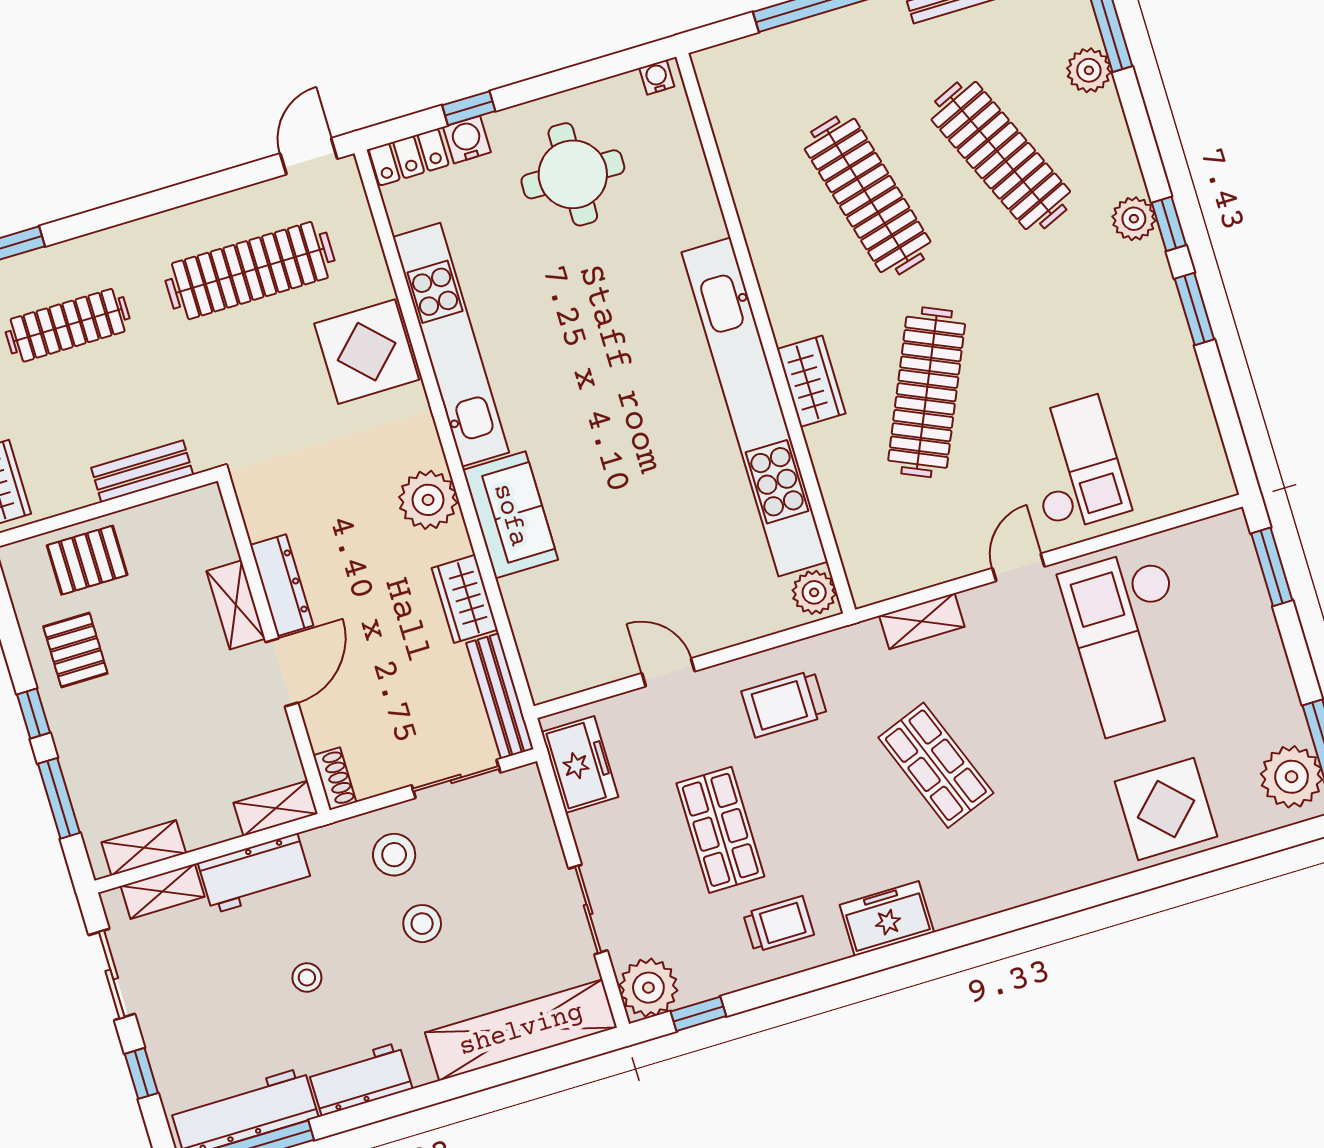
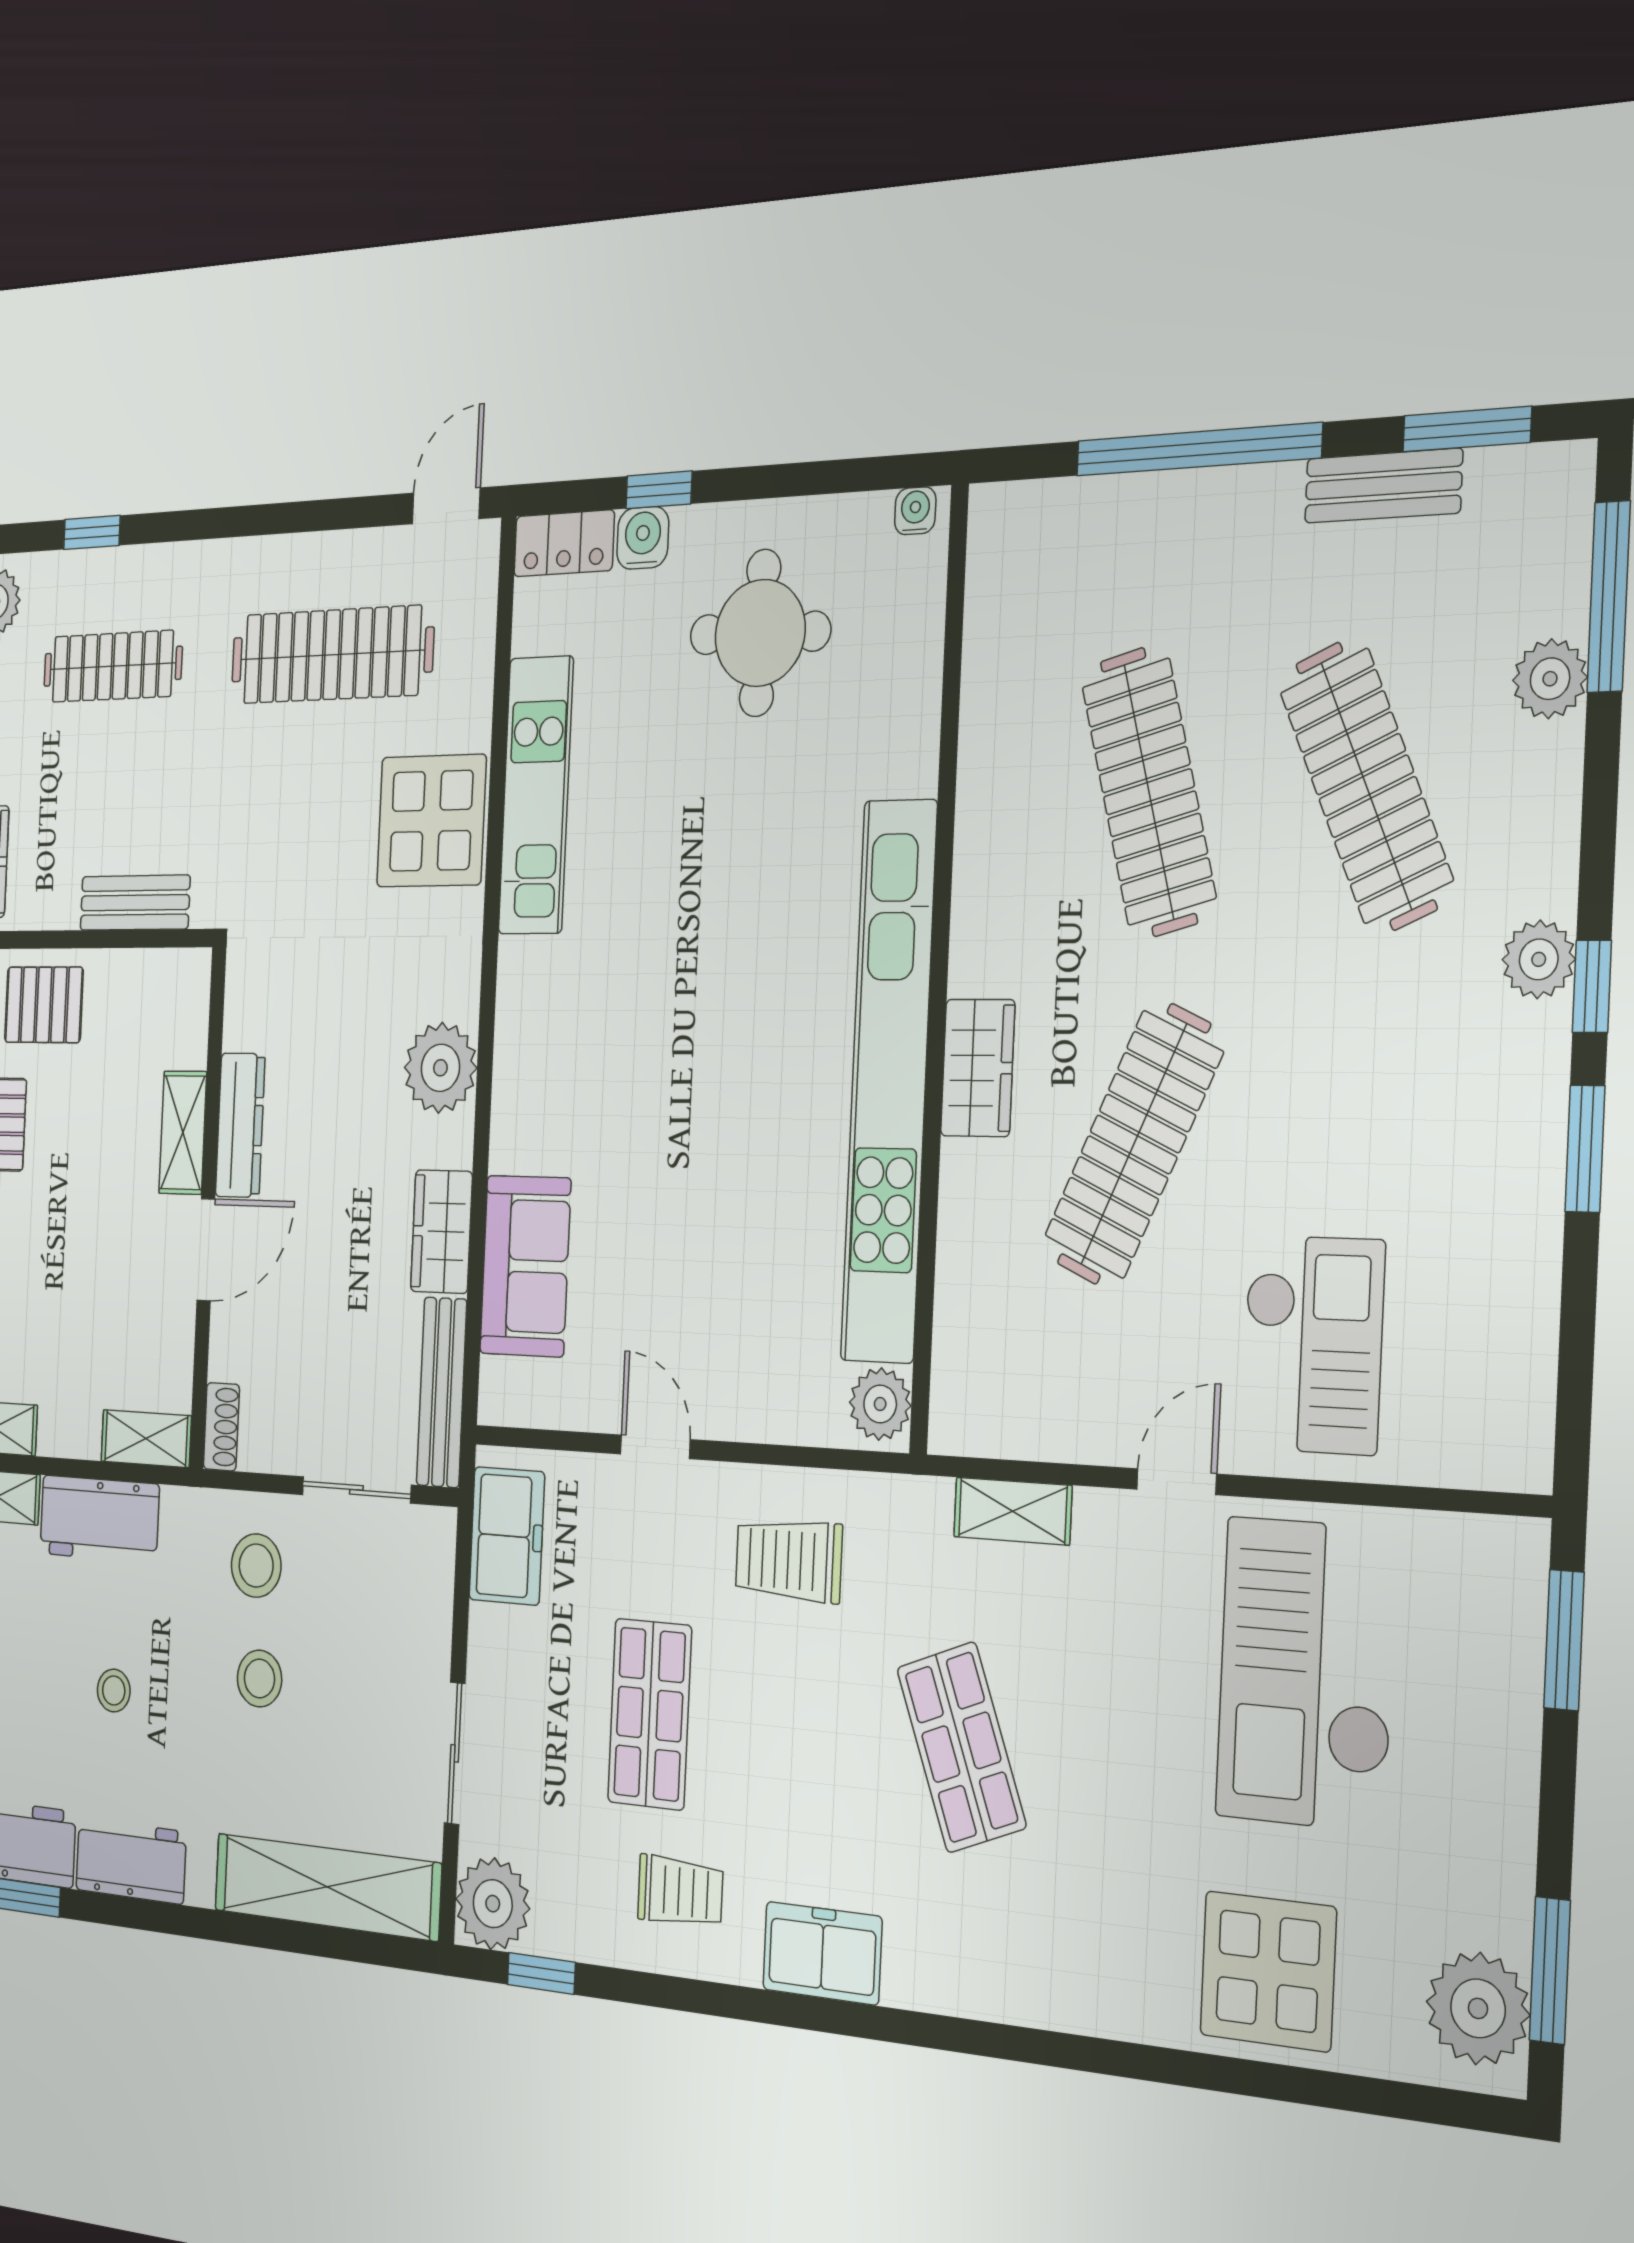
kitchen unit: (451, 345) -> (536, 795), width x0.73
sofa: (510, 515) -> (525, 1266), moved

